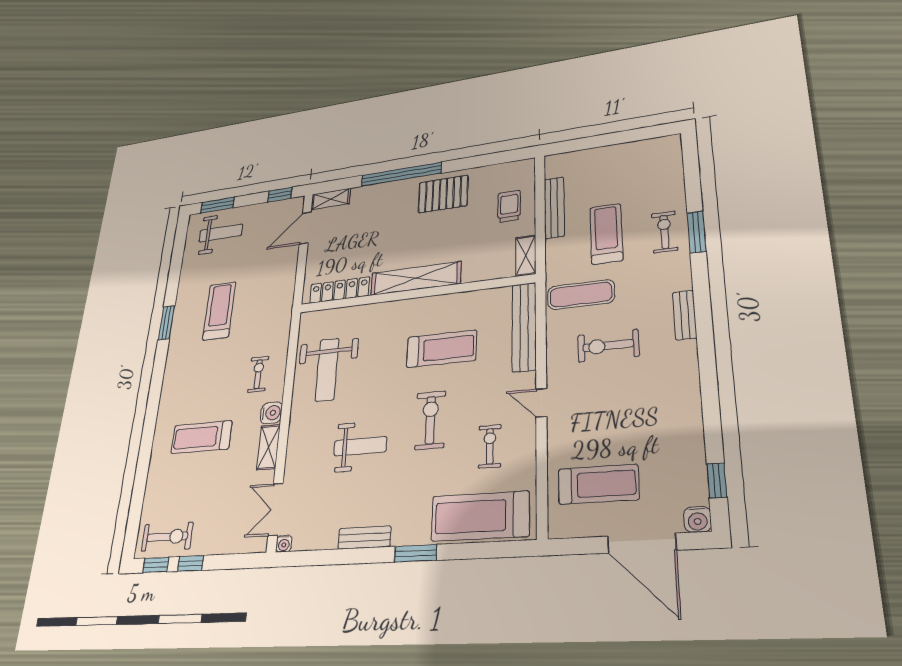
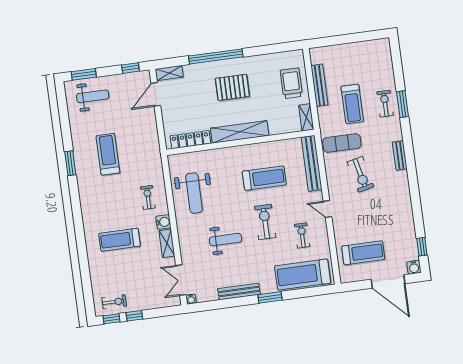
pallet: (443, 194) -> (232, 87), moved
trolley: (509, 206) -> (291, 83), width x1.36, depth x1.39
treadmill: (606, 234) -> (352, 104), turned 180
exercise bike: (608, 346) -> (360, 174), turned -103
exercise bike: (167, 537) -> (114, 302), width x0.73, depth x0.72
bench: (364, 538) -> (239, 292), width x1.36

